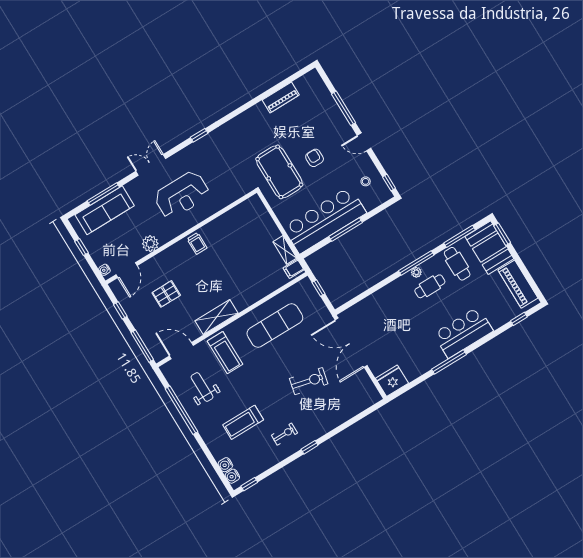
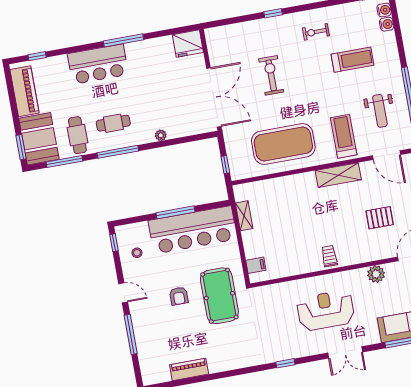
filing cabinet: (293, 269) -> (256, 265), moved
plant: (416, 272) -> (161, 135), moved
exercise mat: (275, 326) -> (283, 144), width x1.47
exercise bike: (309, 381) -> (271, 75), turned 77
window: (310, 447) -> (273, 13), moved

